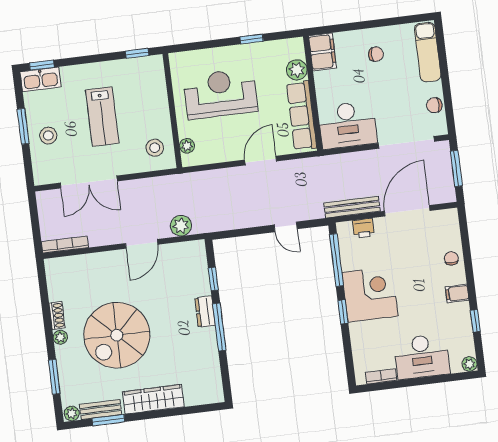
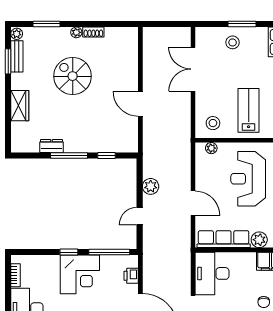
reception desk: (220, 94) -> (248, 179), turned 180
lab bench: (102, 117) -> (249, 110), moved, turned 90
bench: (352, 207) -> (148, 269), removed
plant: (181, 226) -> (151, 186), moved
bookcase: (65, 245) -> (147, 45), removed
dresser: (205, 312) -> (52, 146), moved
spiral stairs: (117, 335) -> (73, 76), width x0.73, depth x0.73
wardrobe: (153, 399) -> (20, 106), width x0.67

